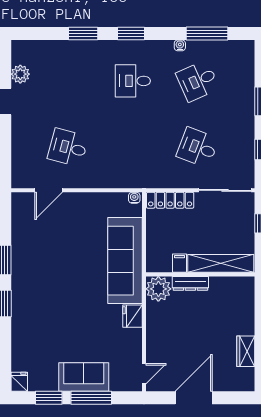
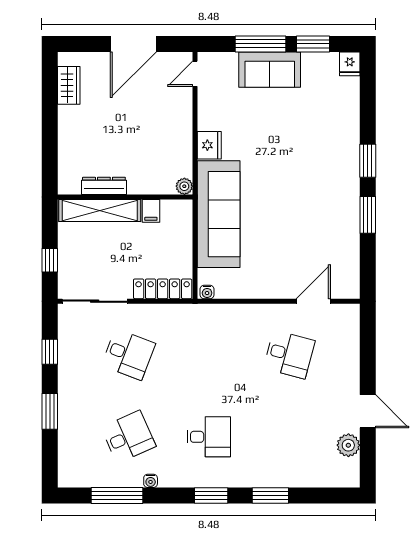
dresser: (190, 283) -> (104, 186), moved
plant: (158, 289) -> (184, 186), width x0.53, depth x0.53
wardrobe: (246, 351) -> (69, 85), moved

